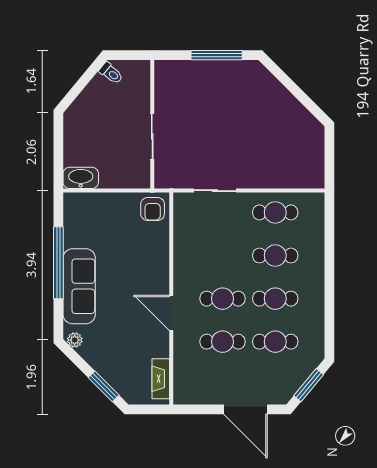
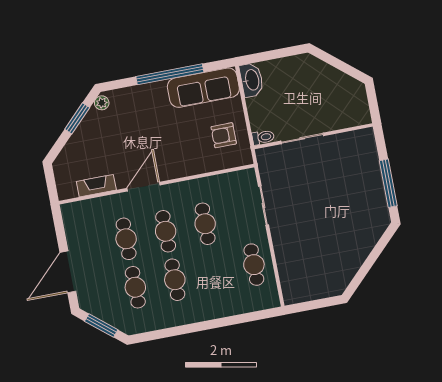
toilet: (111, 73) -> (263, 137), moved, turned -130
armchair: (153, 209) -> (224, 135), moved
cafe table: (275, 256) -> (205, 224), moved
sofa: (79, 286) -> (203, 88), moved
fireplace: (161, 379) -> (96, 186), moved
window: (104, 386) -> (77, 118), moved

